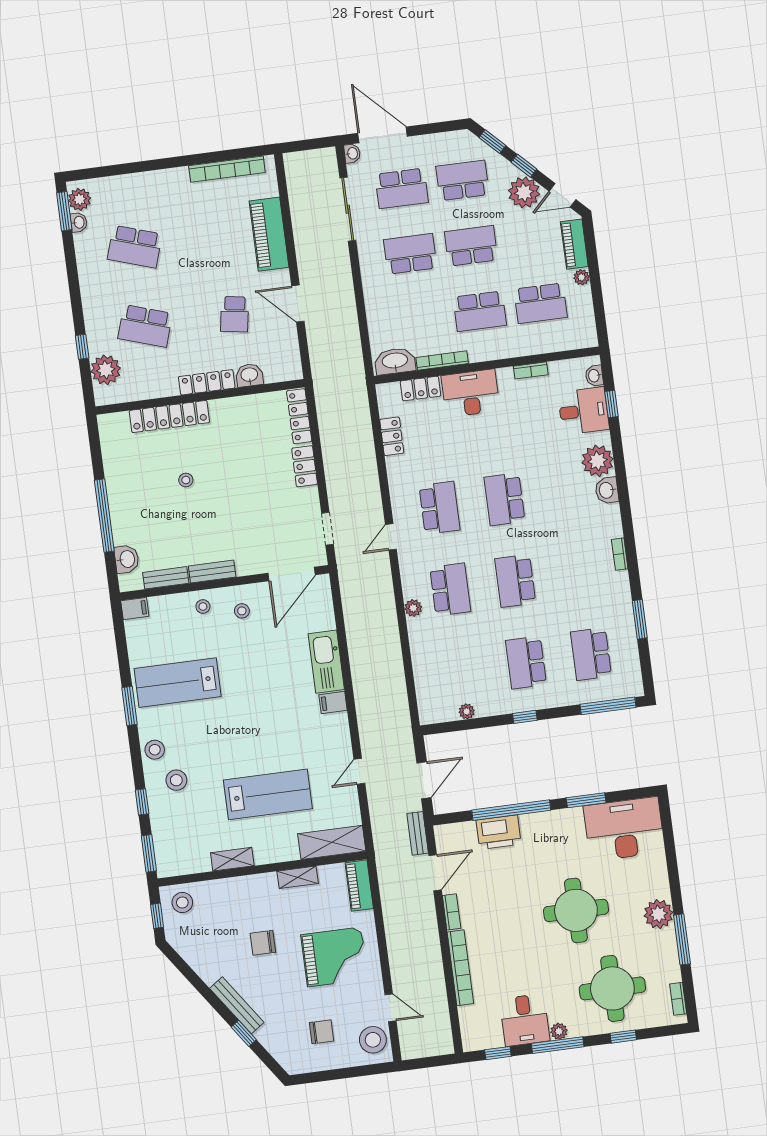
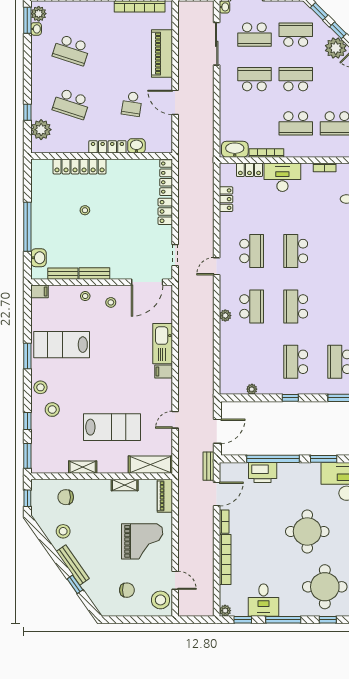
stool: (182, 903) -> (63, 531), moved
chair: (263, 943) -> (66, 497), moved
plant: (559, 1031) -> (225, 611), moved

